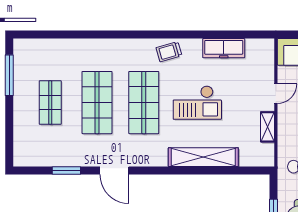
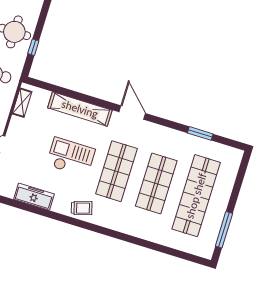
shop shelf: (50, 103) -> (196, 196), width x2.00, depth x1.36
shelving: (268, 127) -> (22, 103), moved
door: (114, 171) -> (132, 113), moved

